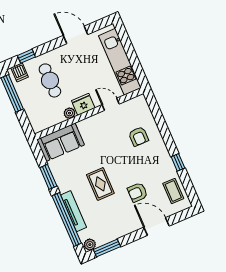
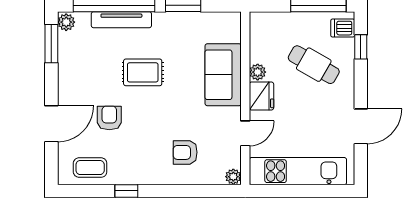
cafe table: (50, 80) -> (314, 65), turned 30
plant: (141, 100) -> (233, 177), added
sofa: (61, 142) -> (223, 75), moved

